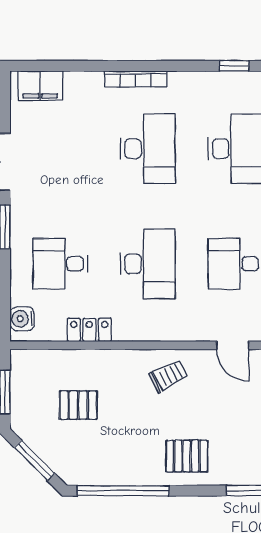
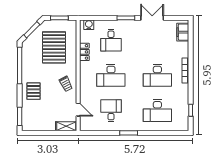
desk: (60, 264) -> (111, 40), turned 180
door: (233, 345) -> (78, 110), swing flipped
pallet: (78, 405) -> (54, 47), width x2.05, depth x2.00

